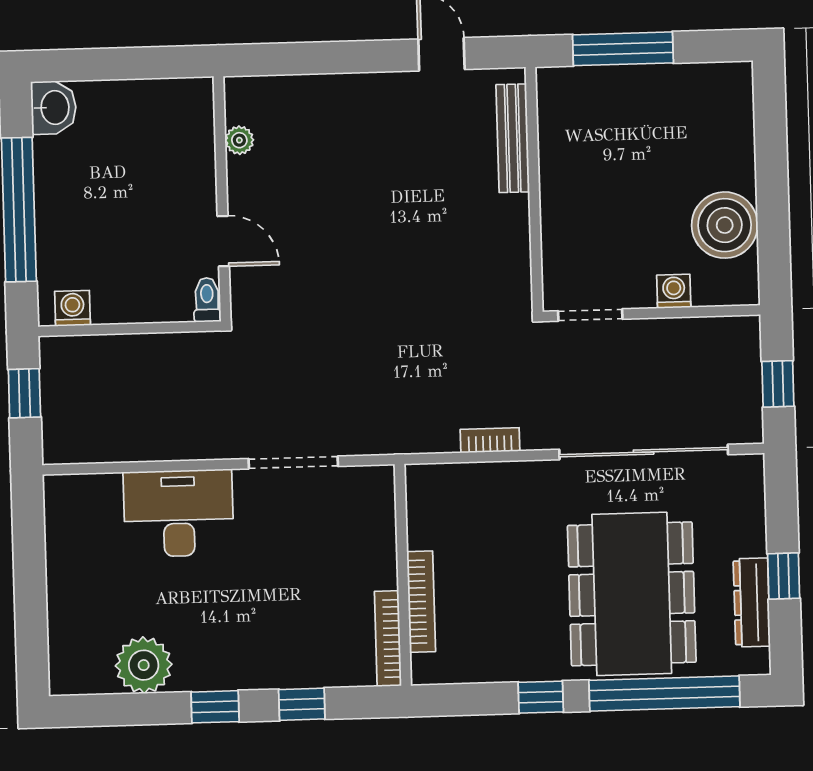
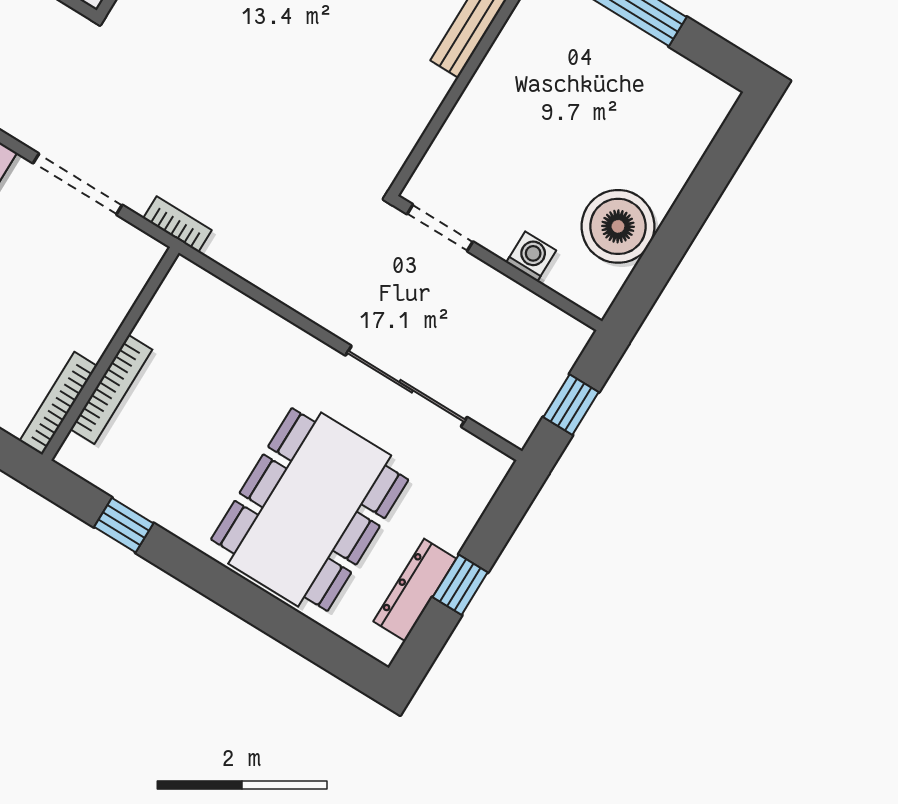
bookcase: (490, 440) -> (177, 224), moved
sliding door: (644, 452) -> (406, 386), width x0.73
window: (664, 693) -> (280, 621), removed
window: (541, 697) -> (124, 525), moved

